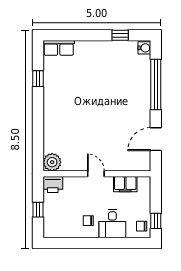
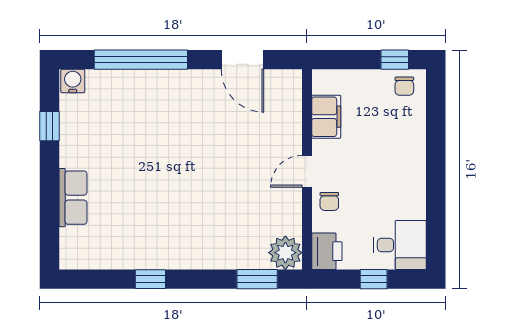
row of seats: (59, 48) -> (73, 198), moved
window: (38, 79) -> (150, 279), moved
window: (38, 147) -> (257, 279), added
chair: (88, 221) -> (329, 201), moved
desk: (112, 224) -> (400, 245), moved

